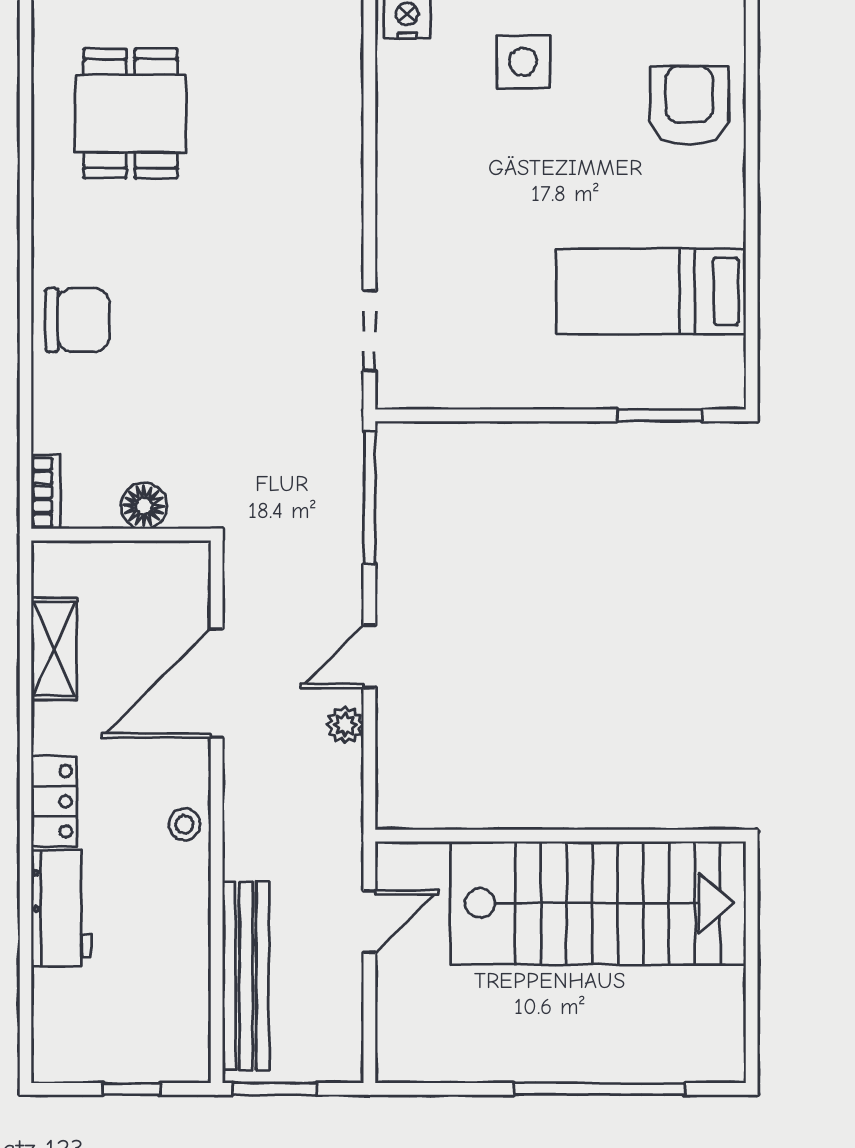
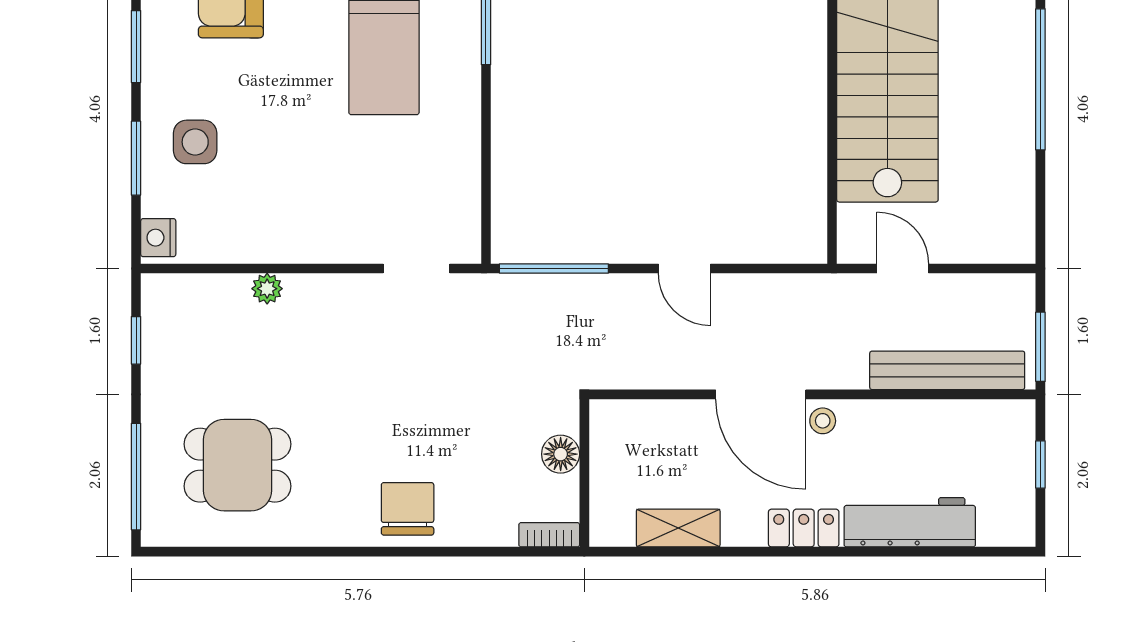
door: (217, 683) -> (761, 394), moved
plant: (345, 725) -> (267, 289), moved
workbench: (61, 908) -> (910, 522), width x1.37

